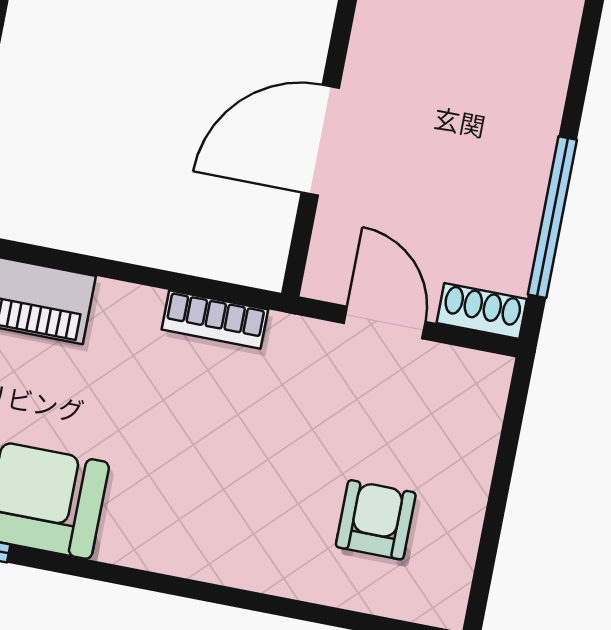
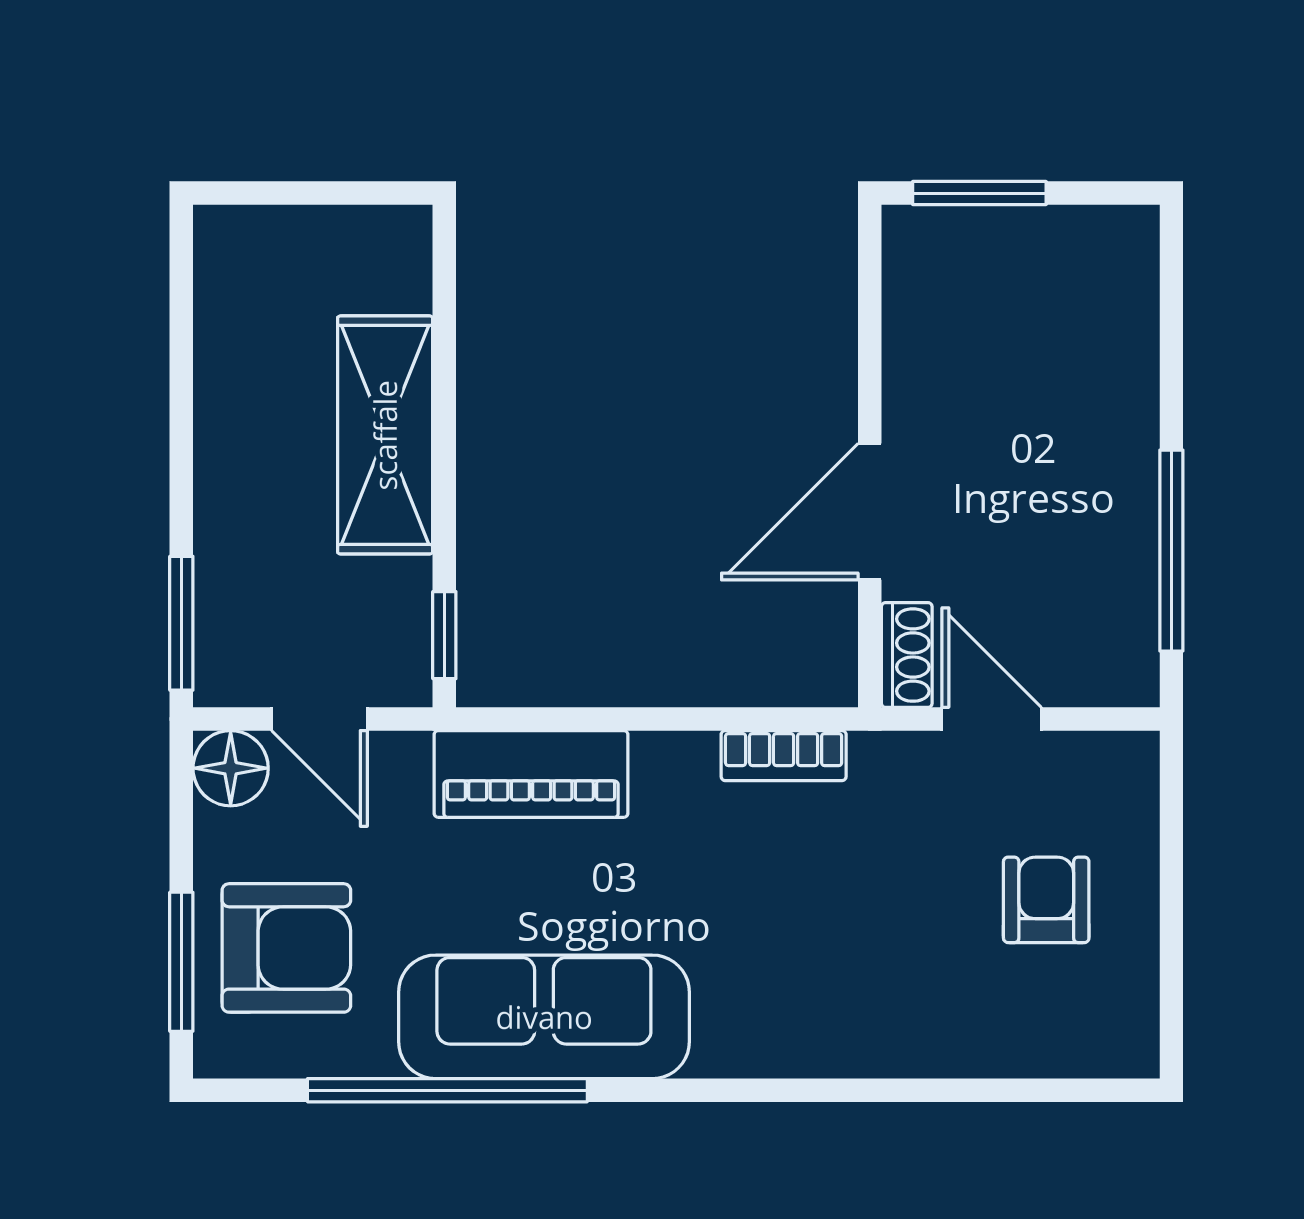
shoe rack: (482, 311) -> (907, 655), moved, turned 90
armchair: (376, 520) -> (1046, 900), moved

